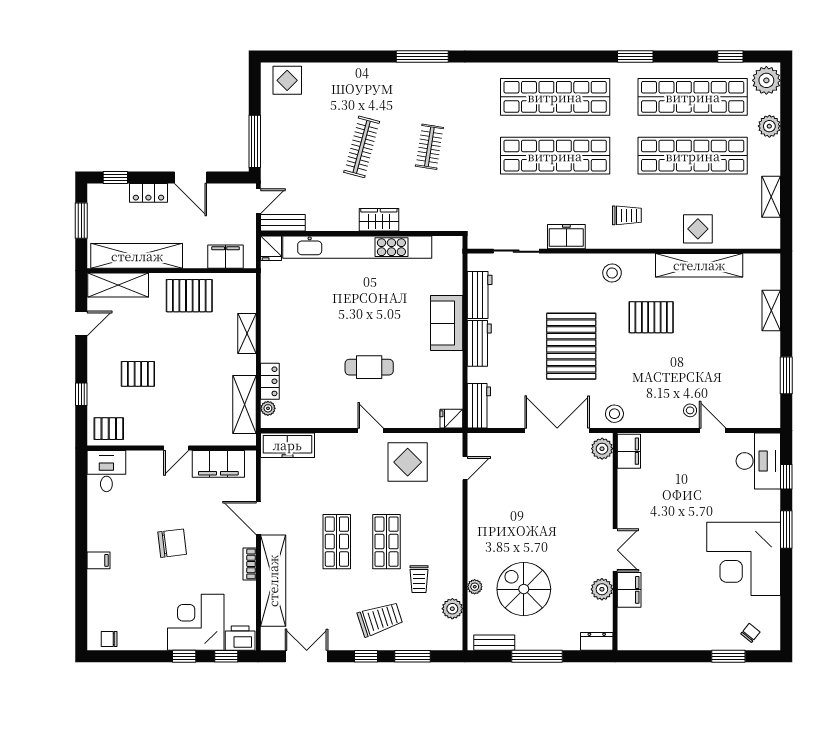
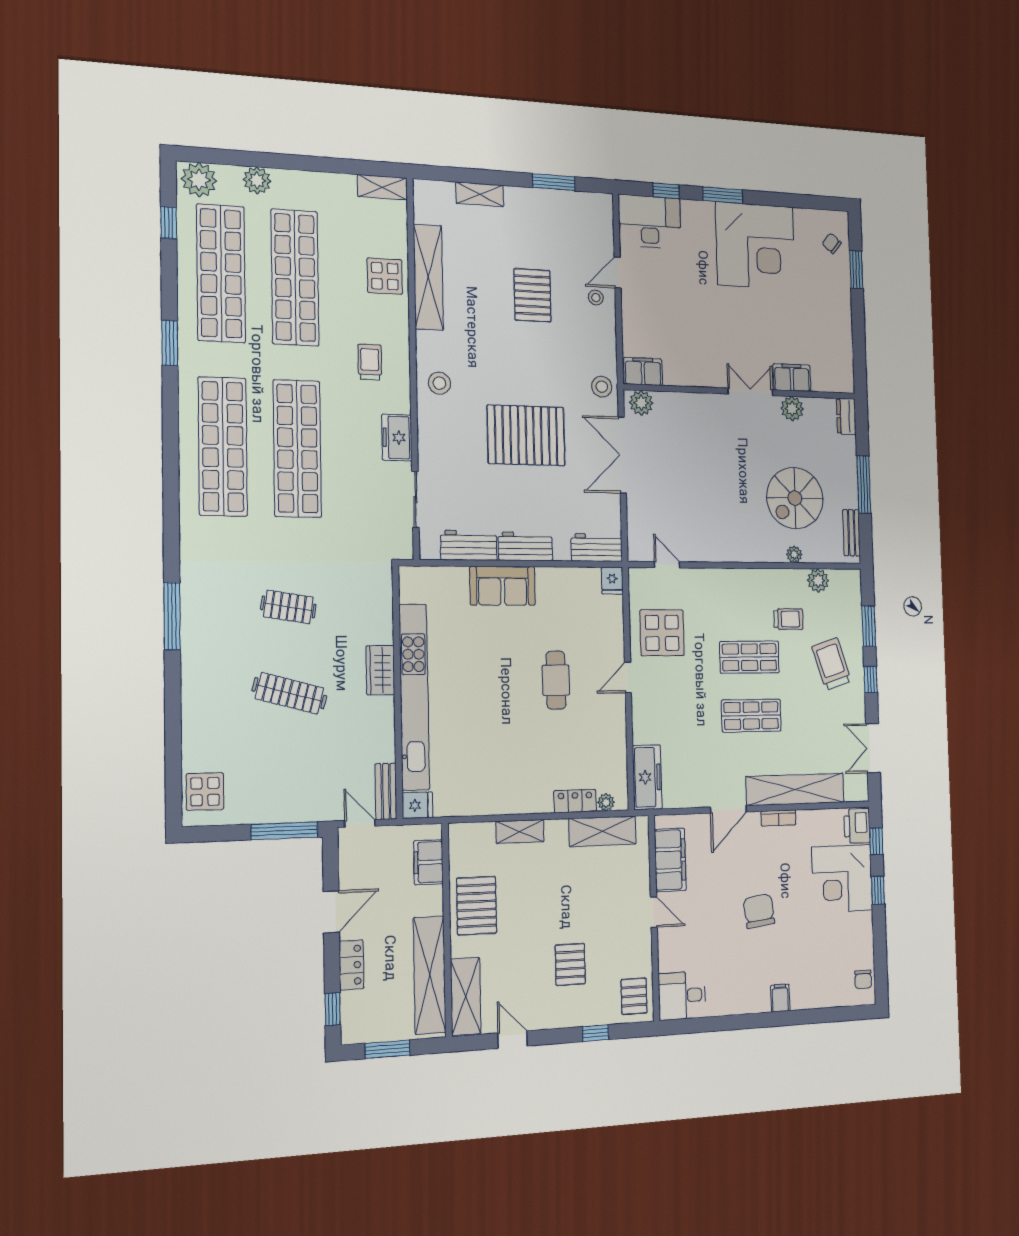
shelving: (771, 197) -> (382, 187), moved
pallet: (651, 317) -> (532, 295), moved

